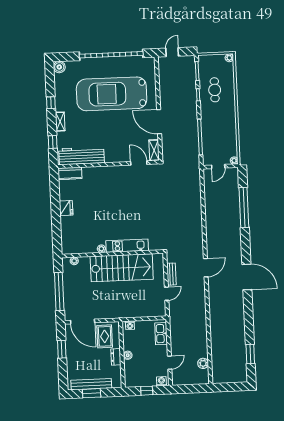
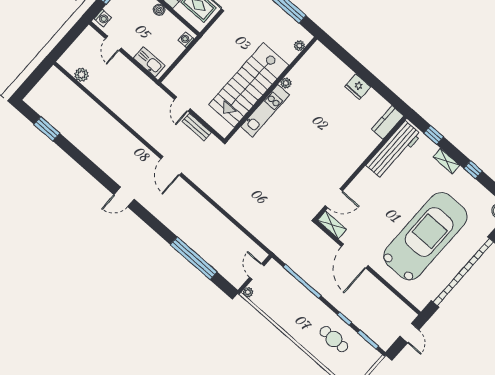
door: (159, 122) -> (355, 256), swing flipped
door: (247, 277) -> (124, 197), width x0.53

